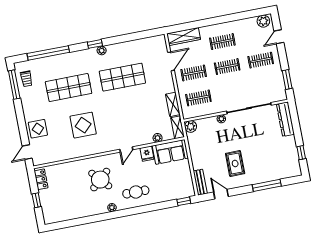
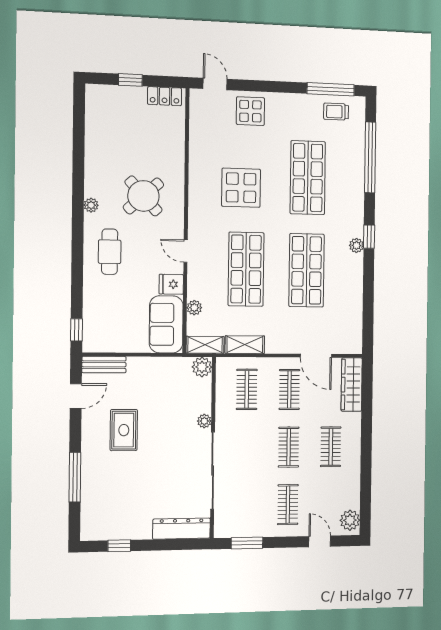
shop shelf: (129, 113) -> (246, 269), added
rug: (235, 164) -> (124, 430), turned 90

